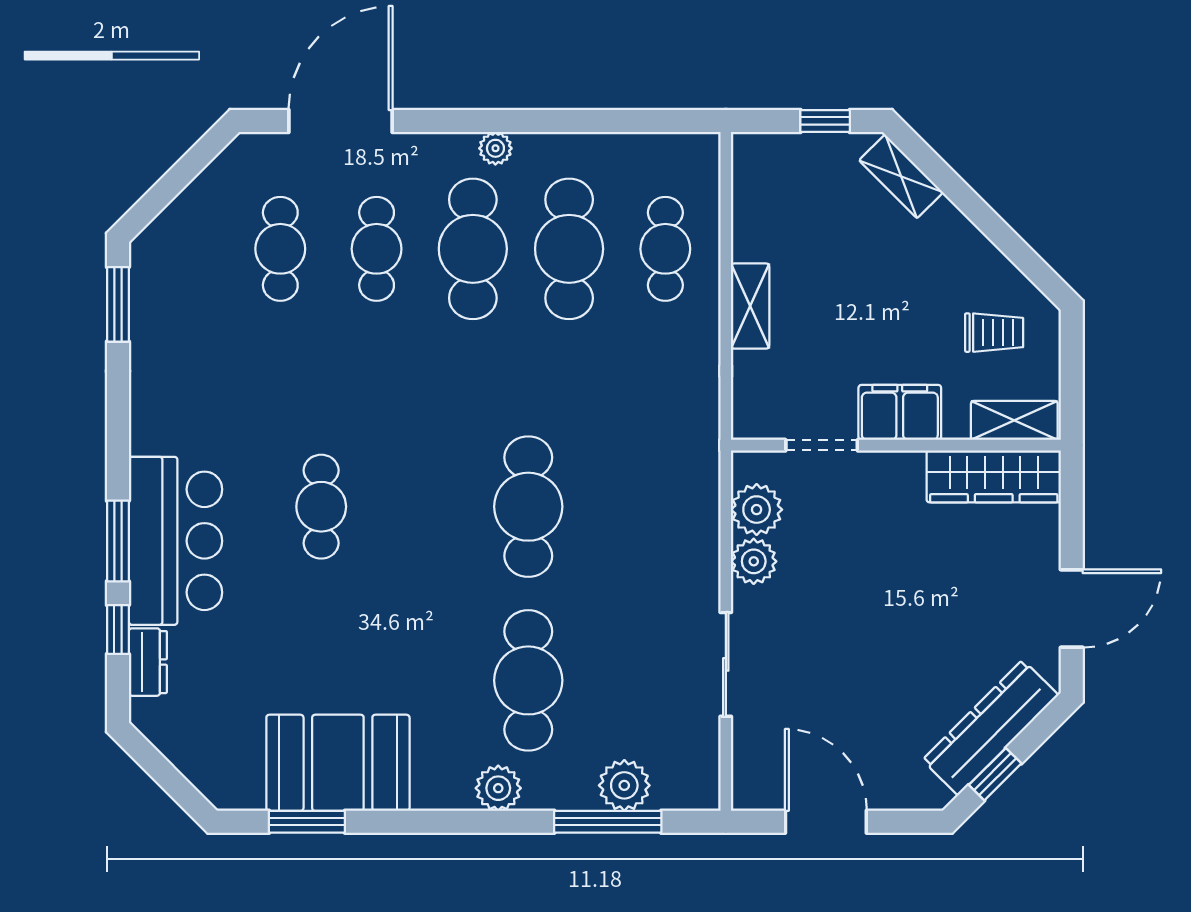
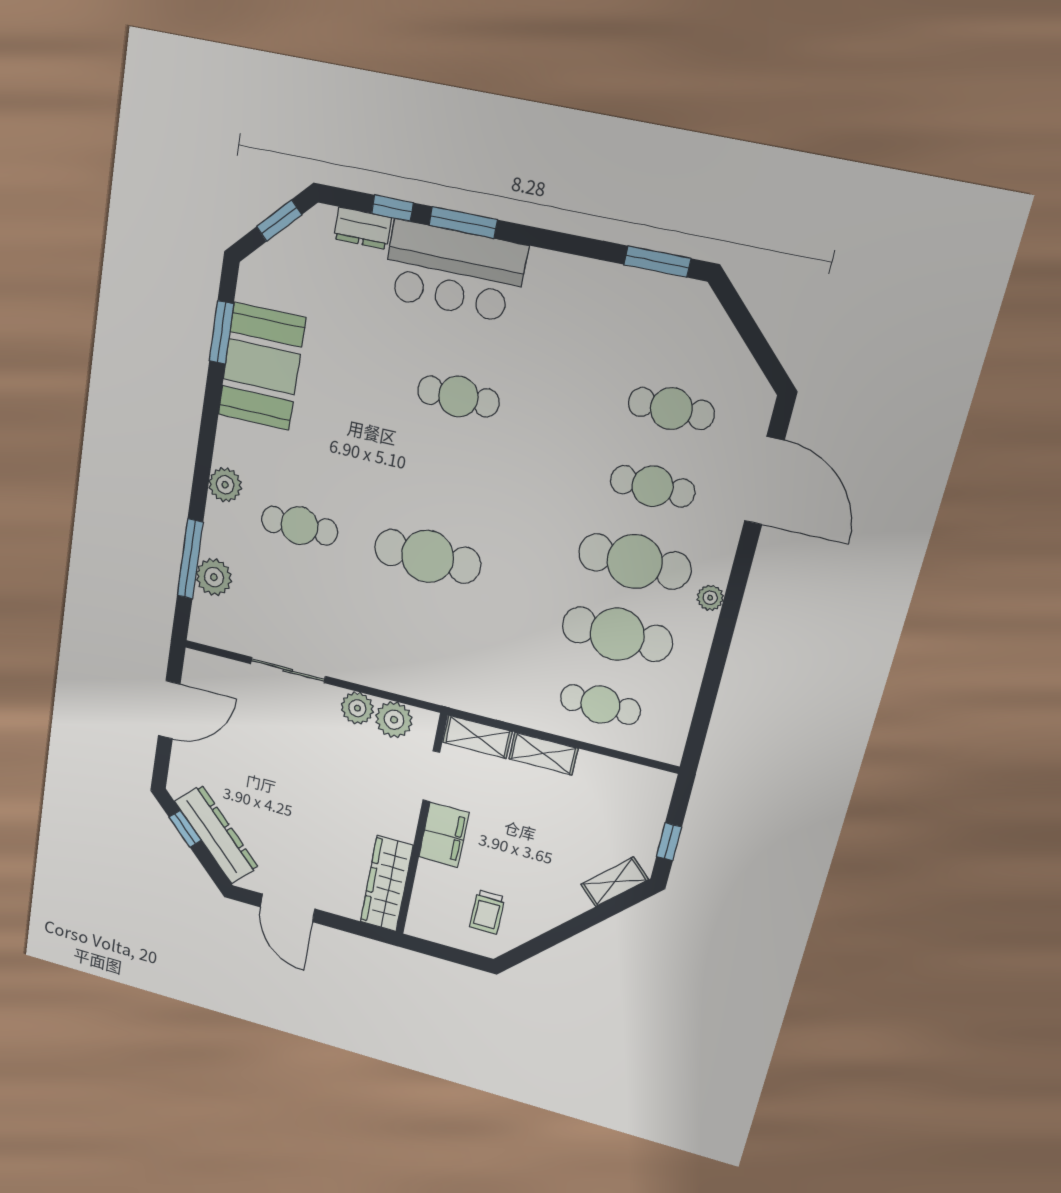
shelving: (1014, 420) -> (477, 737), moved, turned 90
cafe table: (528, 680) -> (299, 526), width x0.73, depth x0.74
window: (159, 768) -> (279, 221), added

